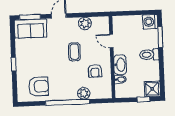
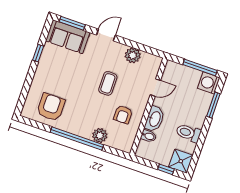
window: (139, 13) -> (200, 67), added
door: (111, 41) -> (155, 88), swing flipped
toilet: (149, 55) -> (188, 133), moved
window: (14, 64) -> (38, 53), moved
armchair: (39, 86) -> (51, 107), turned -90

